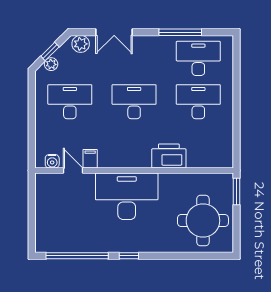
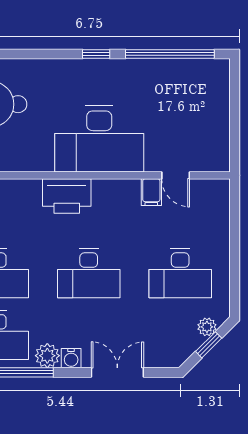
plant: (81, 44) -> (47, 356), moved
printer: (169, 156) -> (67, 196), moved
water cooler: (52, 161) -> (71, 358), moved, turned 180

